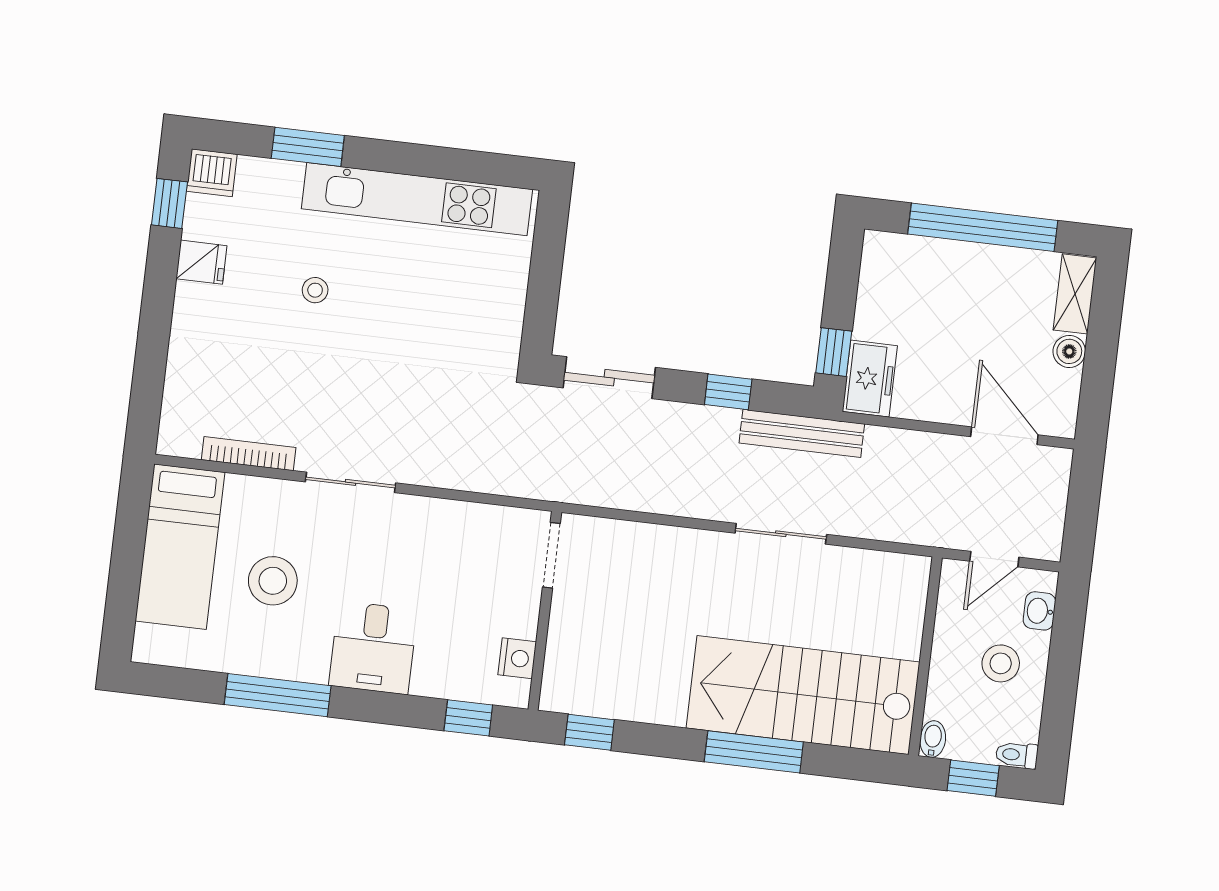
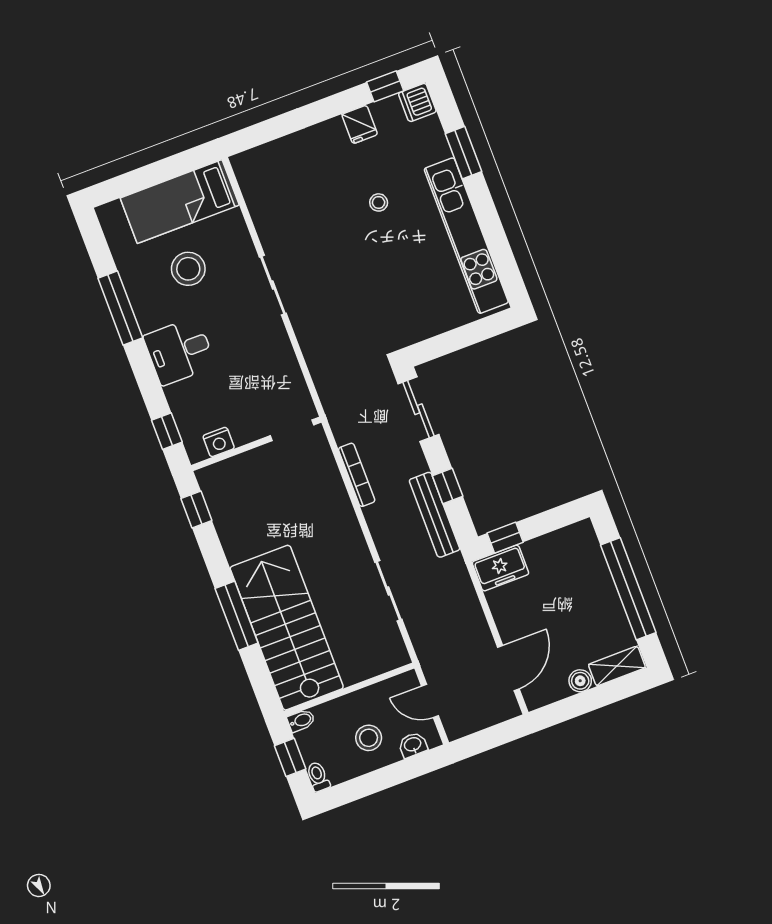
bench: (802, 433) -> (434, 515), moved
bookcase: (249, 454) -> (357, 475), moved
sliding door: (781, 534) -> (388, 591), moved

